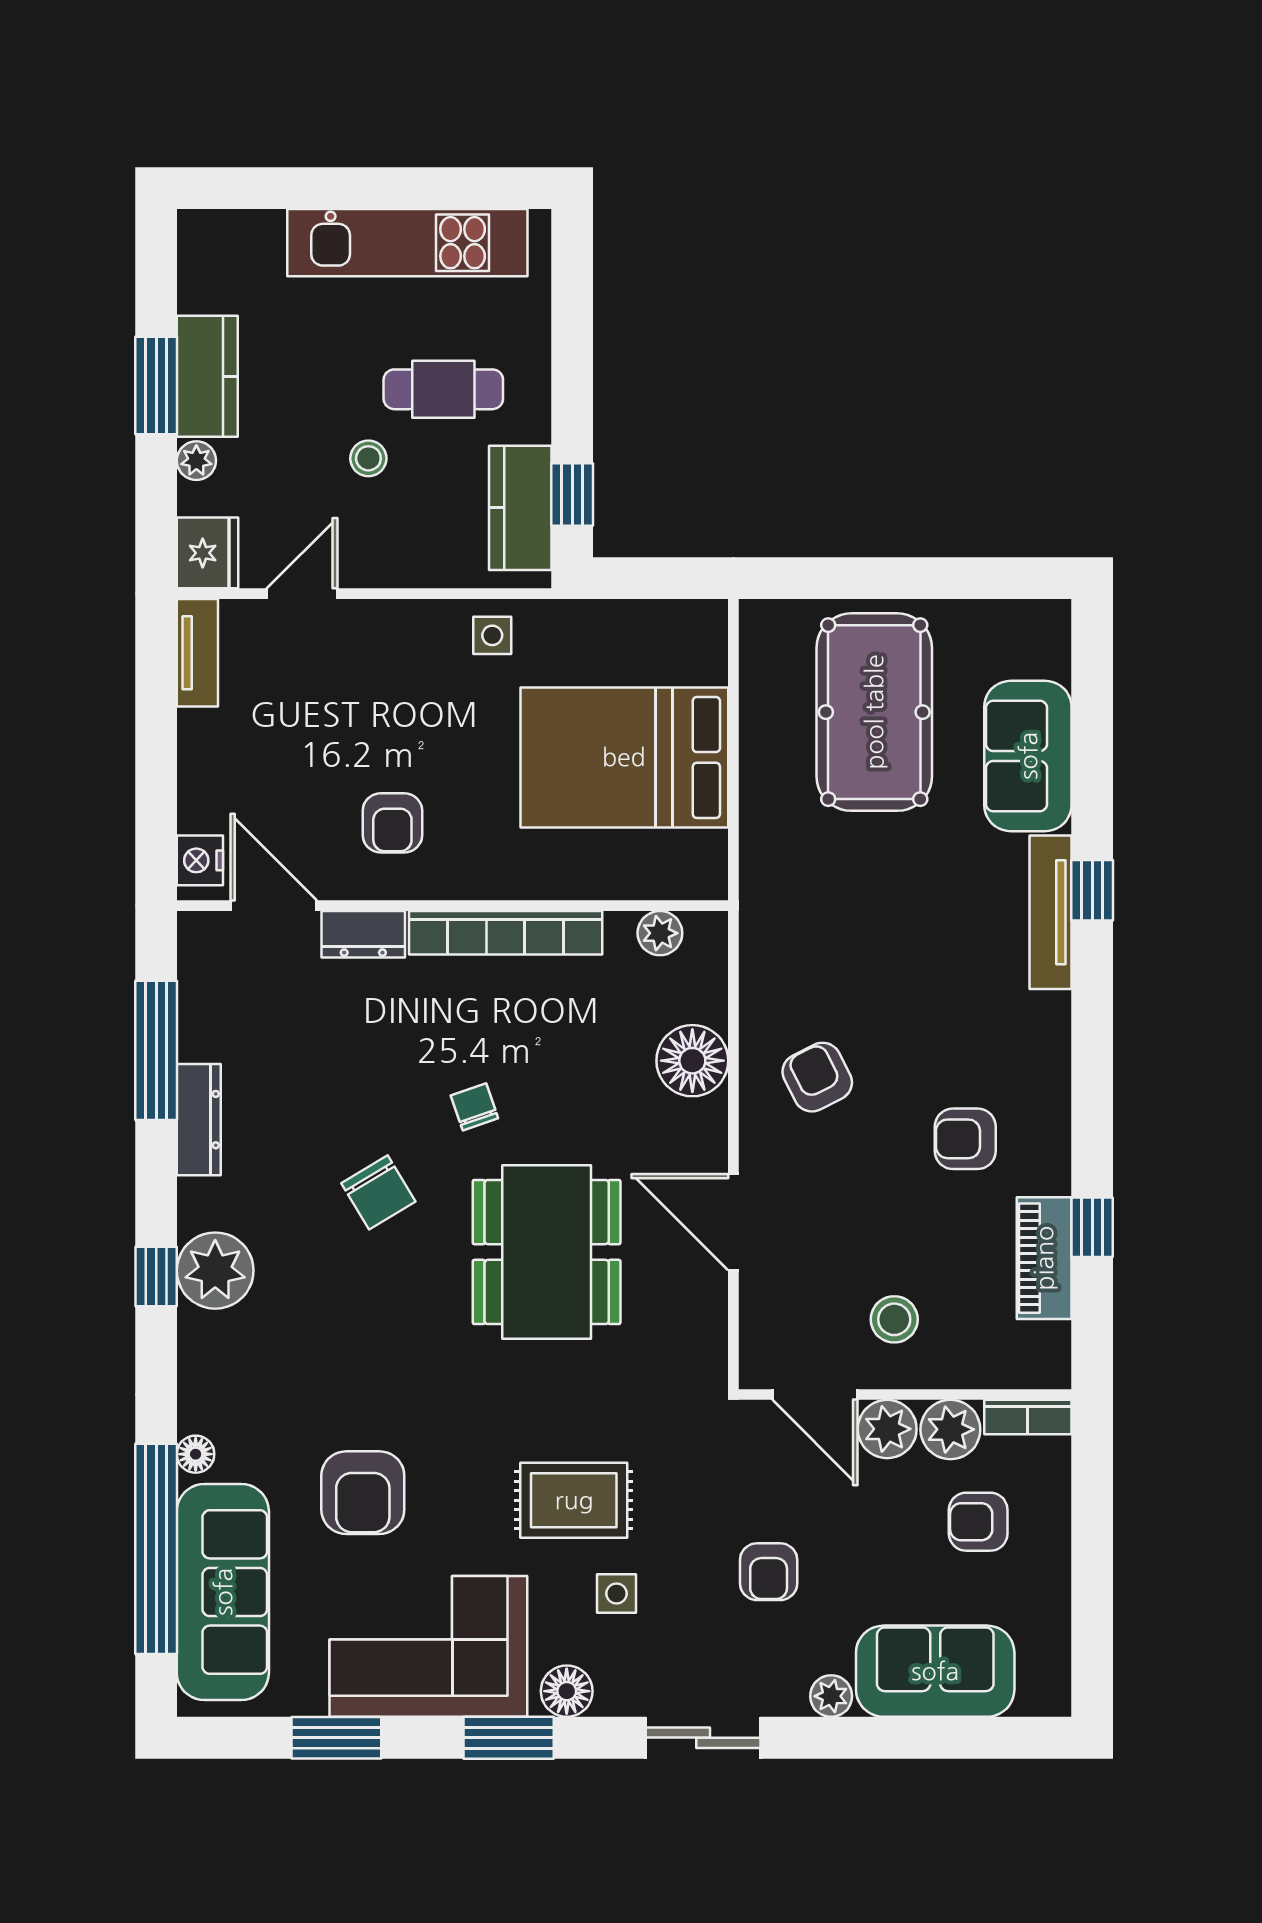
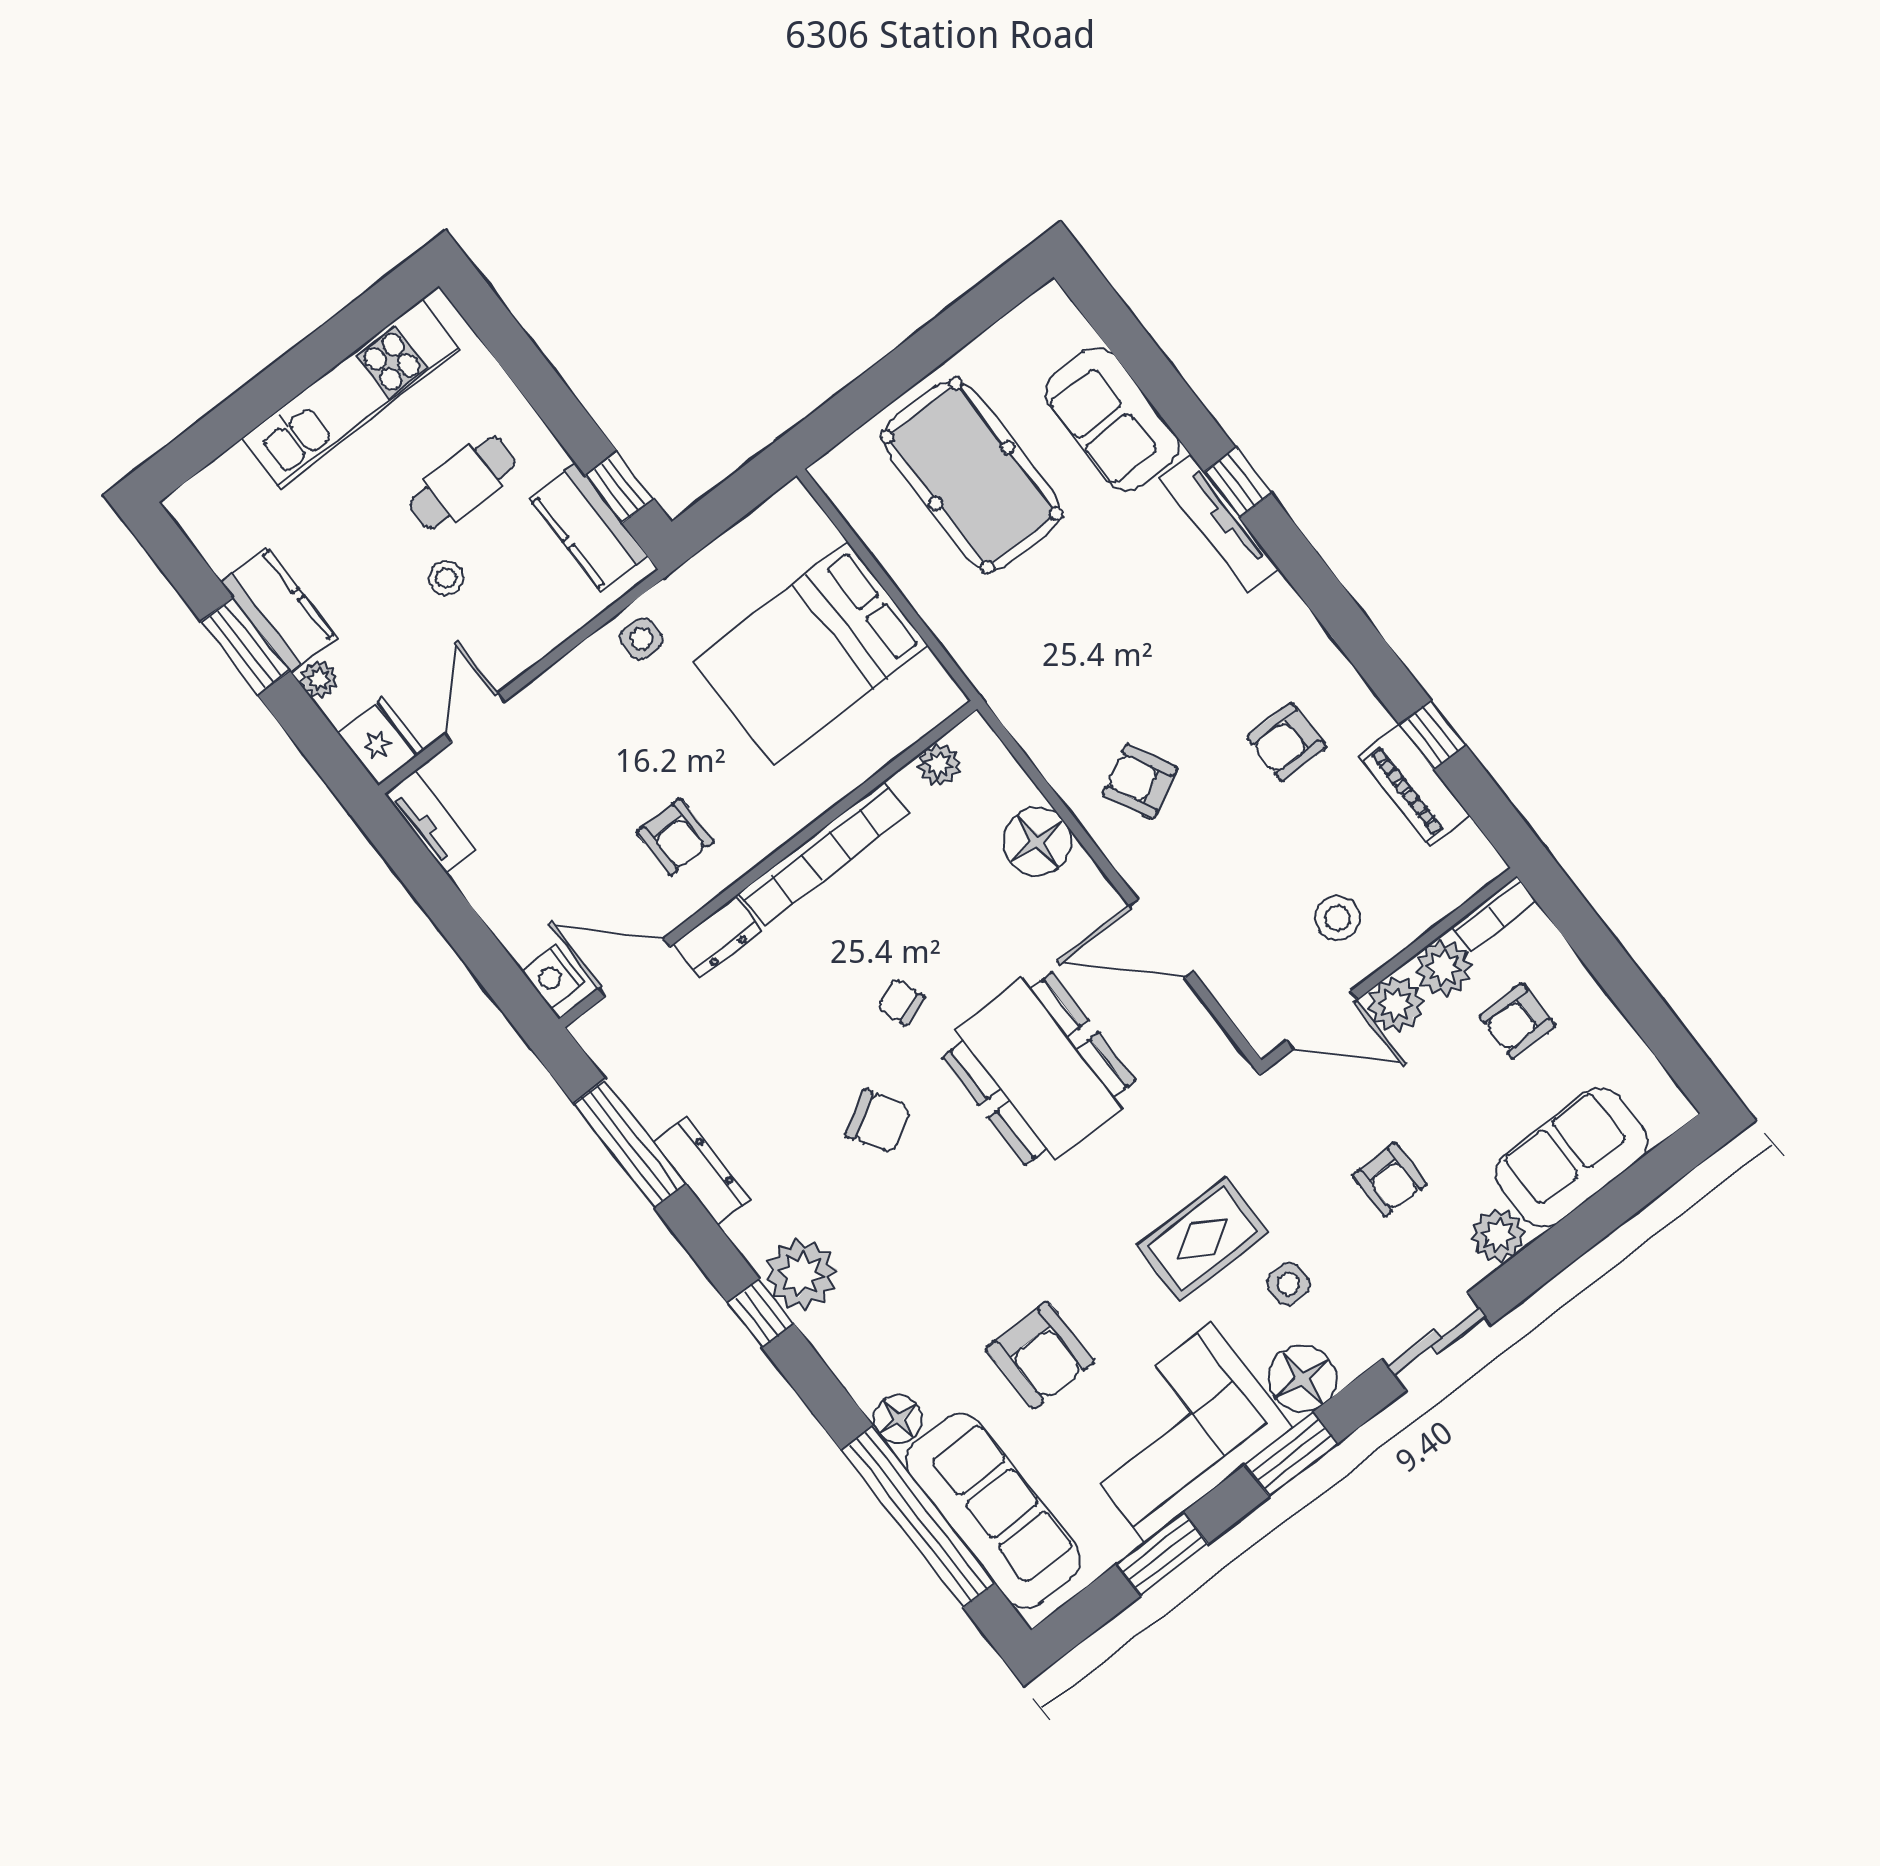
floor lamp: (196, 1454) -> (898, 1419), width x1.37, depth x1.37
floor lamp: (567, 1691) -> (1302, 1379), width x1.38, depth x1.38
plant: (831, 1696) -> (1498, 1235), width x1.38, depth x1.38

